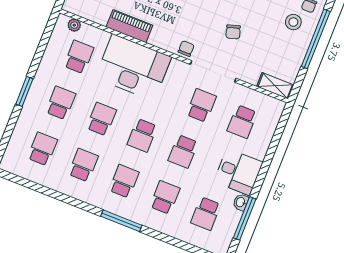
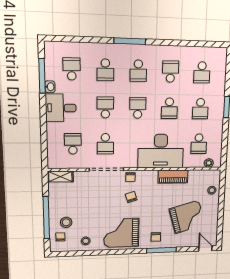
chair: (233, 32) -> (131, 197), moved
school desk: (83, 165) -> (170, 72), turned 180

